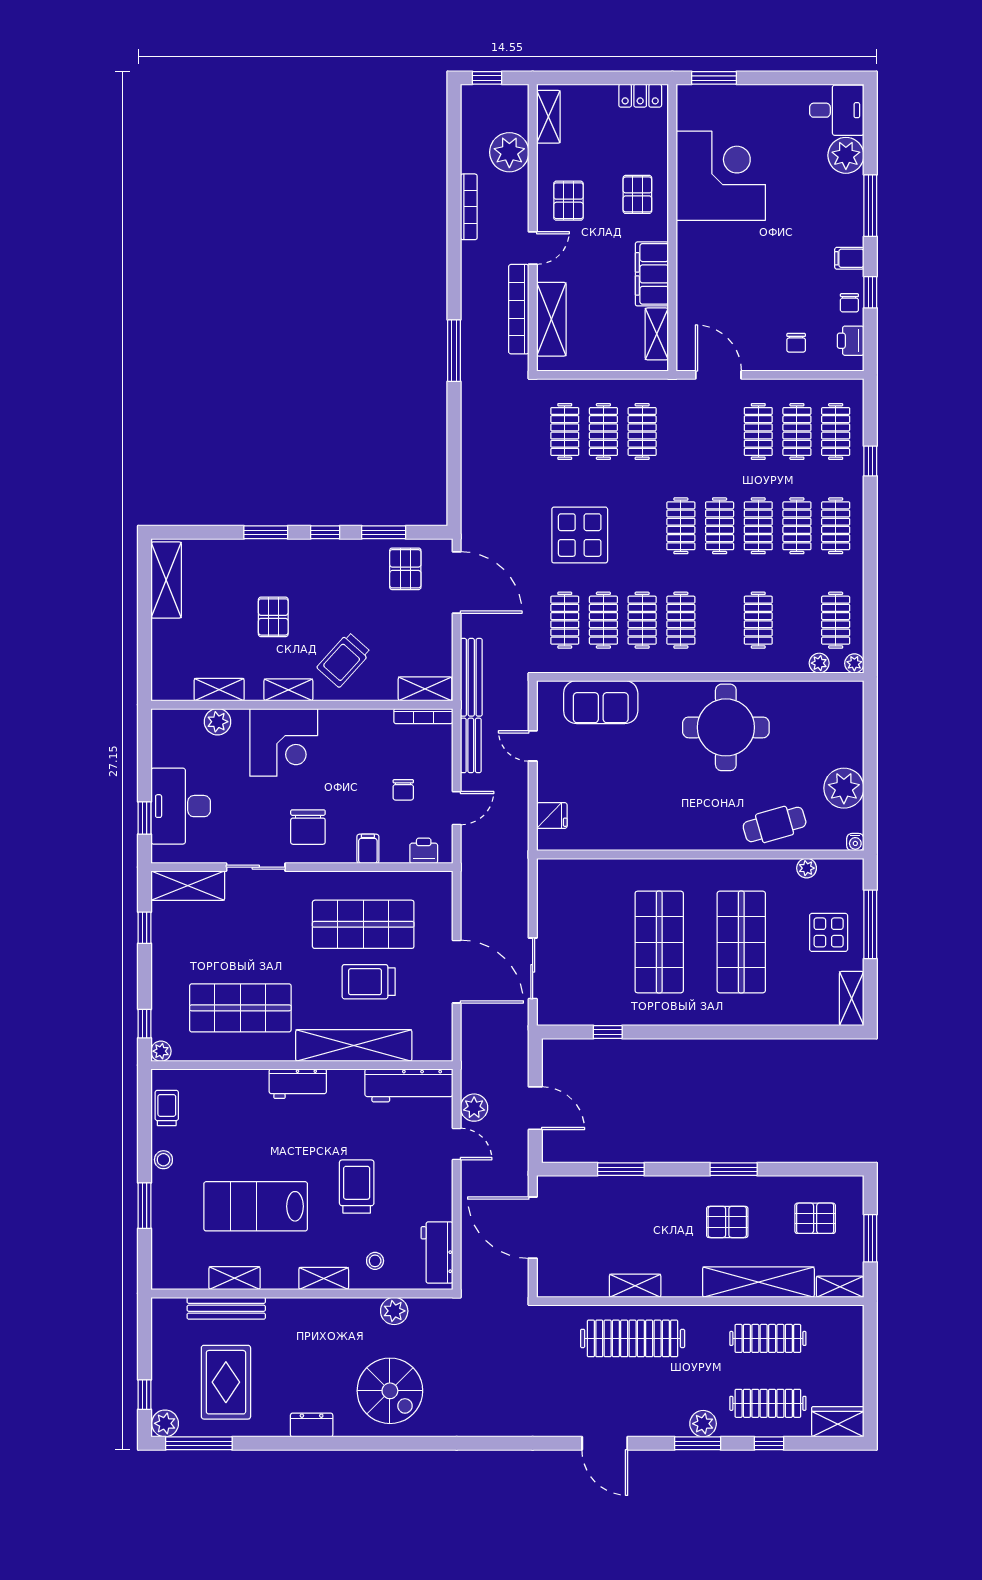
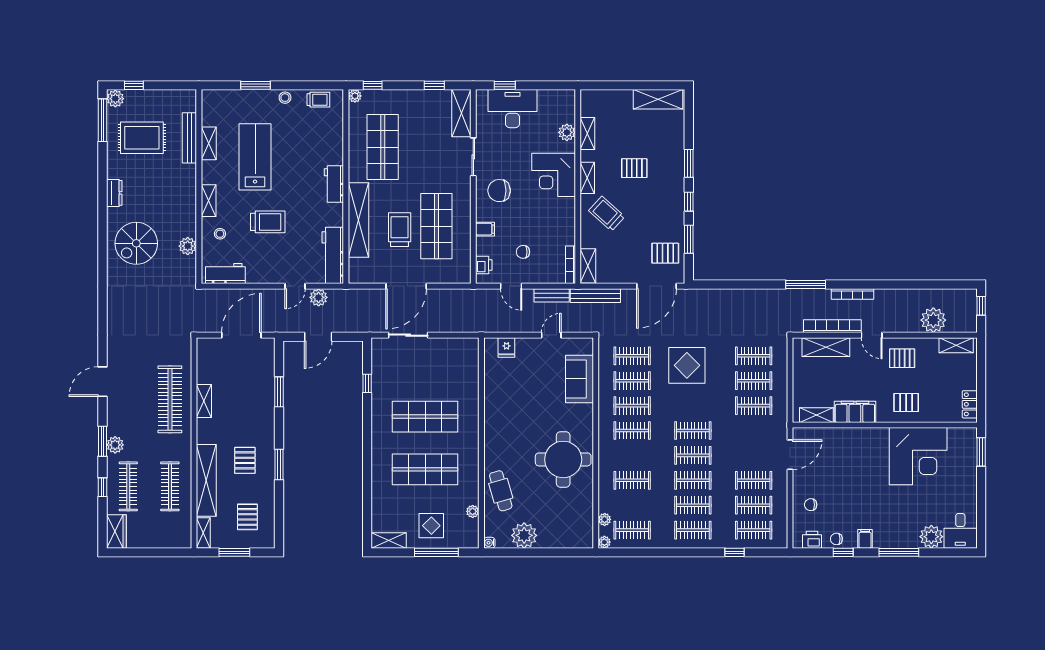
bookcase: (469, 207) -> (852, 294), moved

